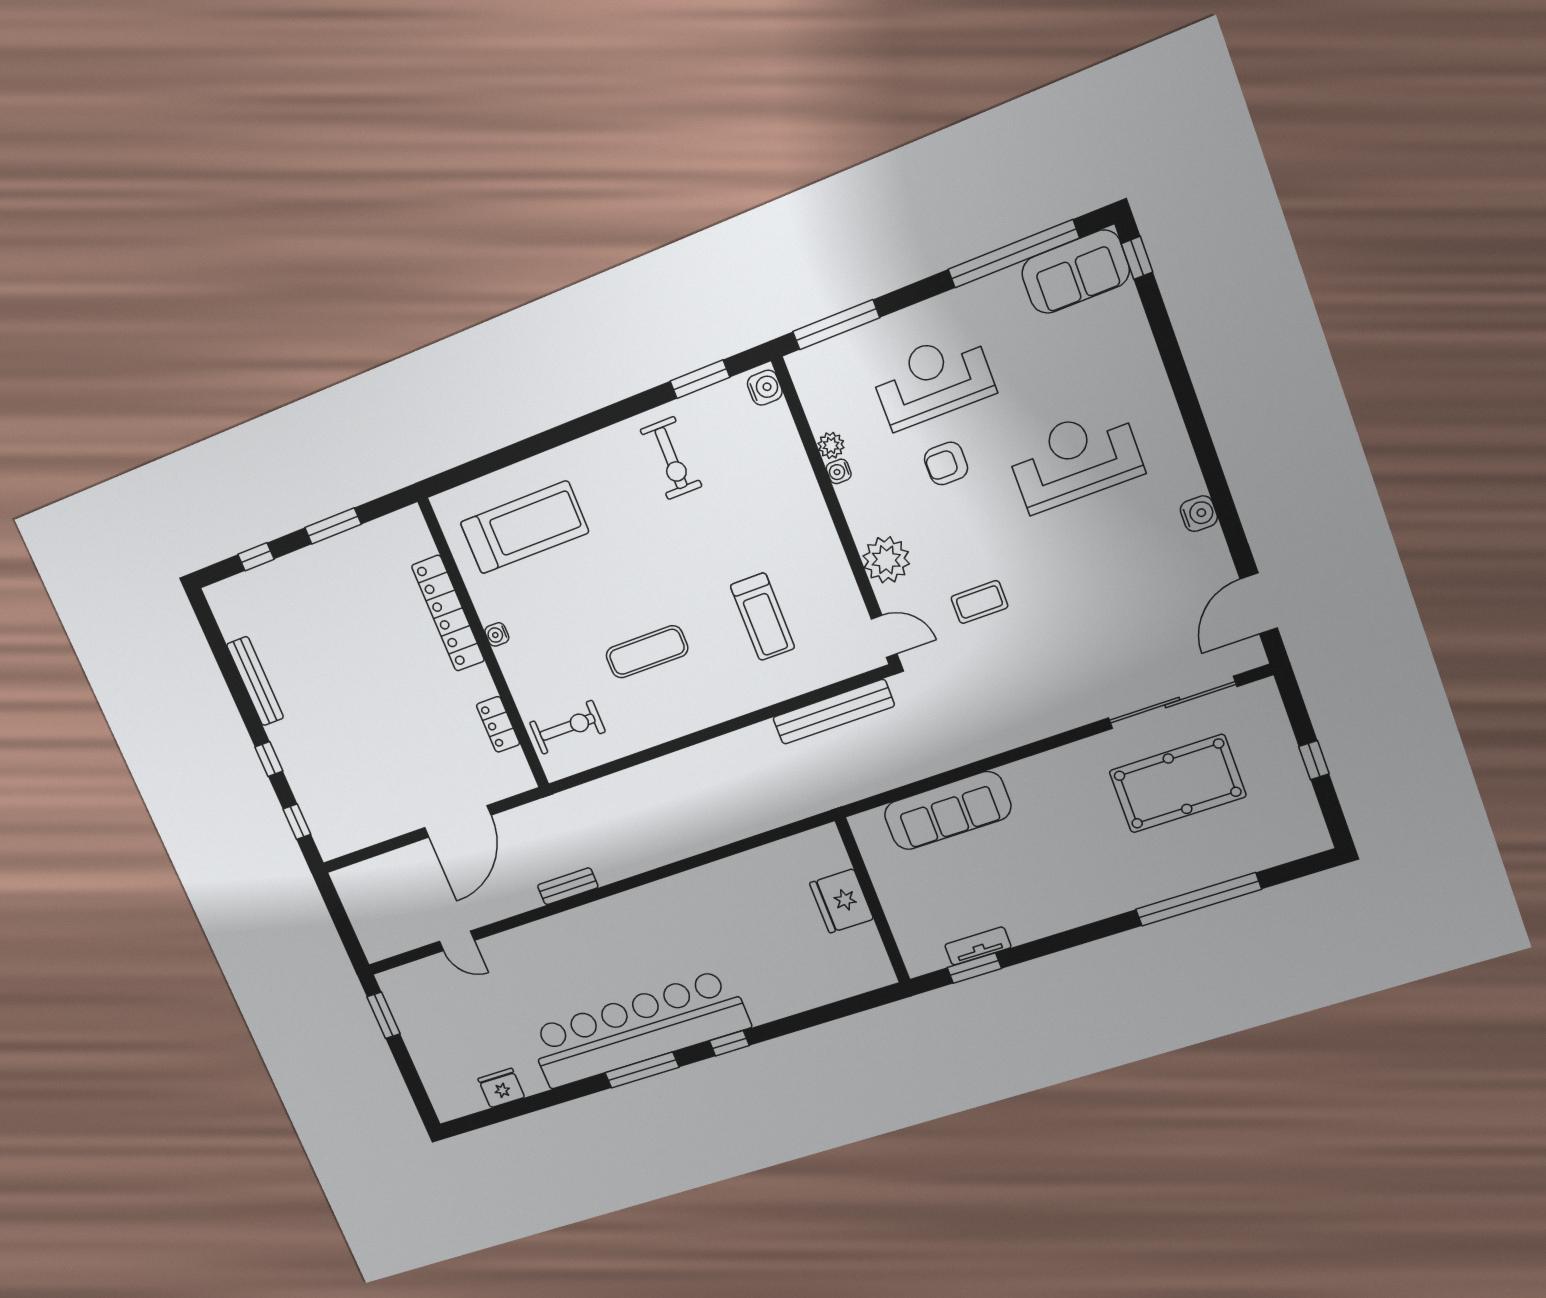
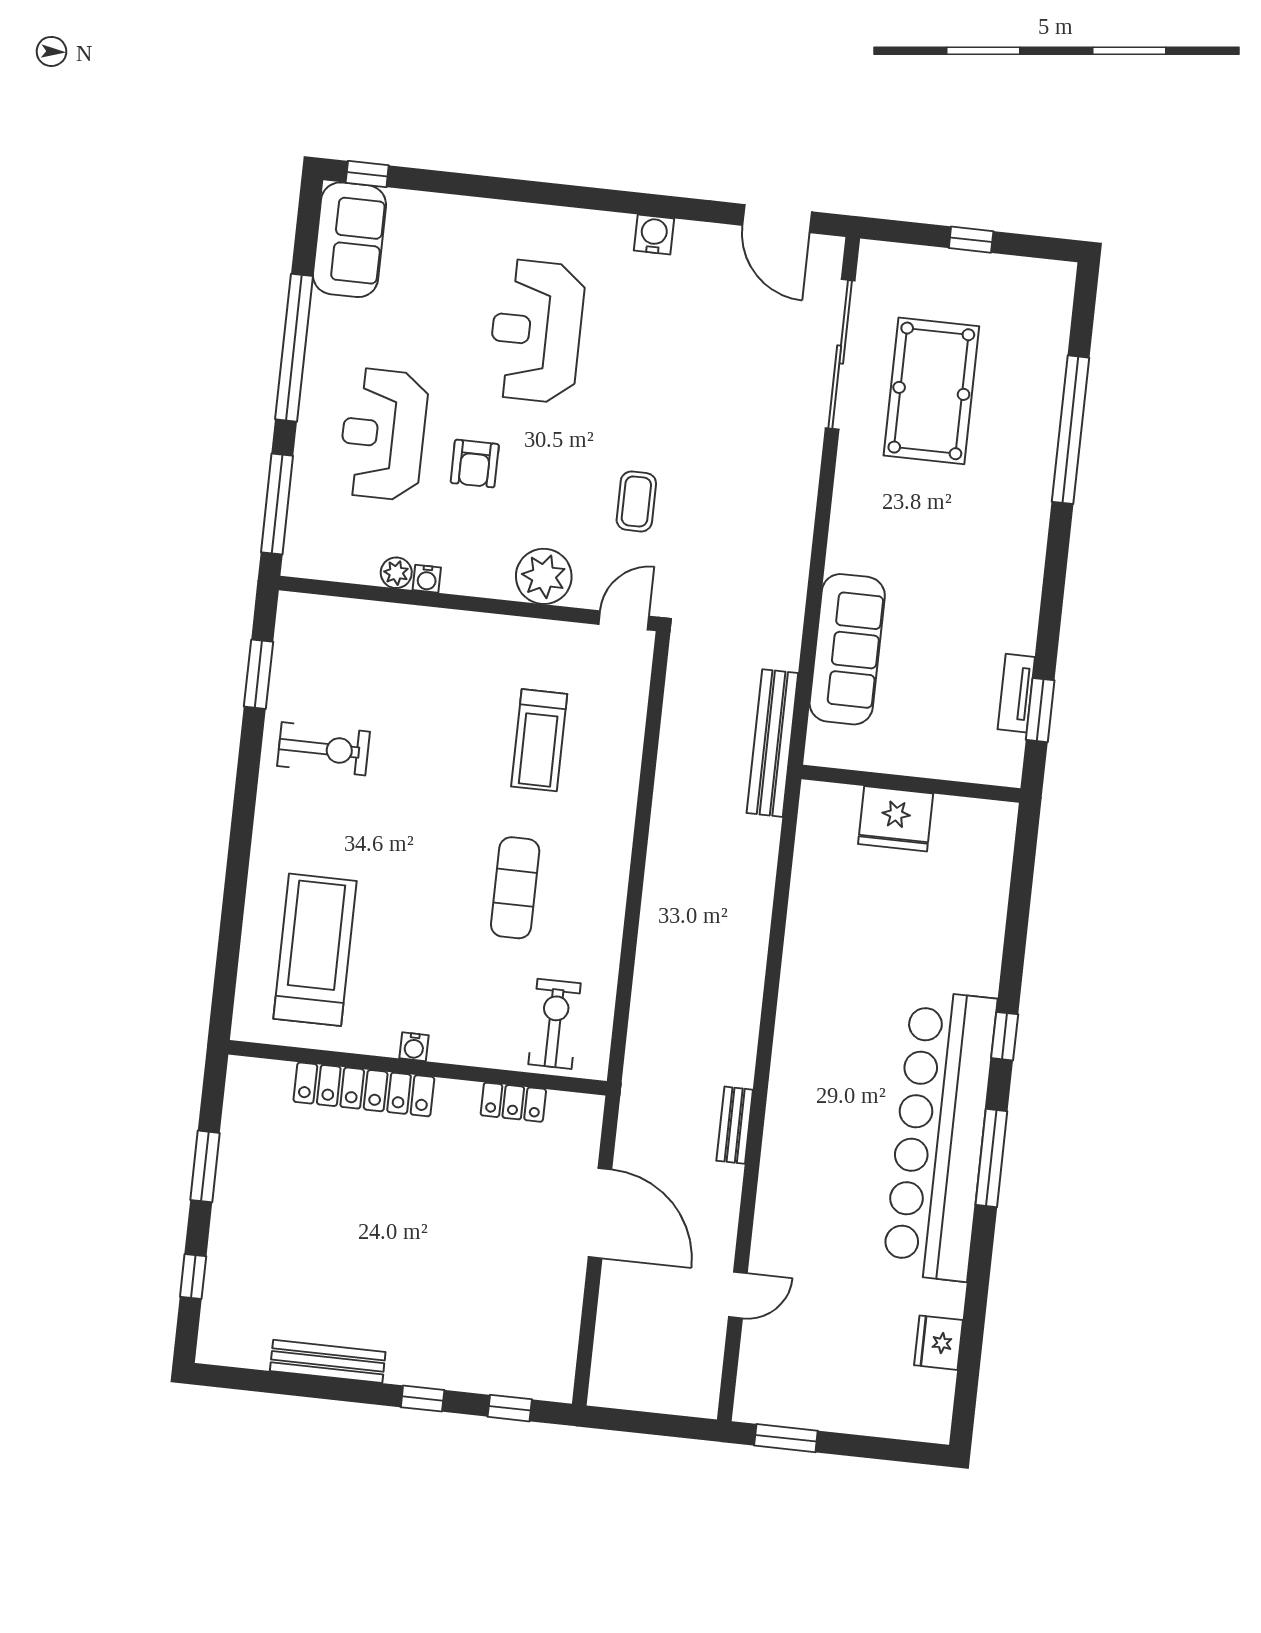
window: (1013, 254) -> (294, 348), moved
water cooler: (765, 388) -> (302, 611), removed
treadmill: (762, 617) -> (539, 740), turned 90
bench: (833, 712) -> (772, 743), moved

